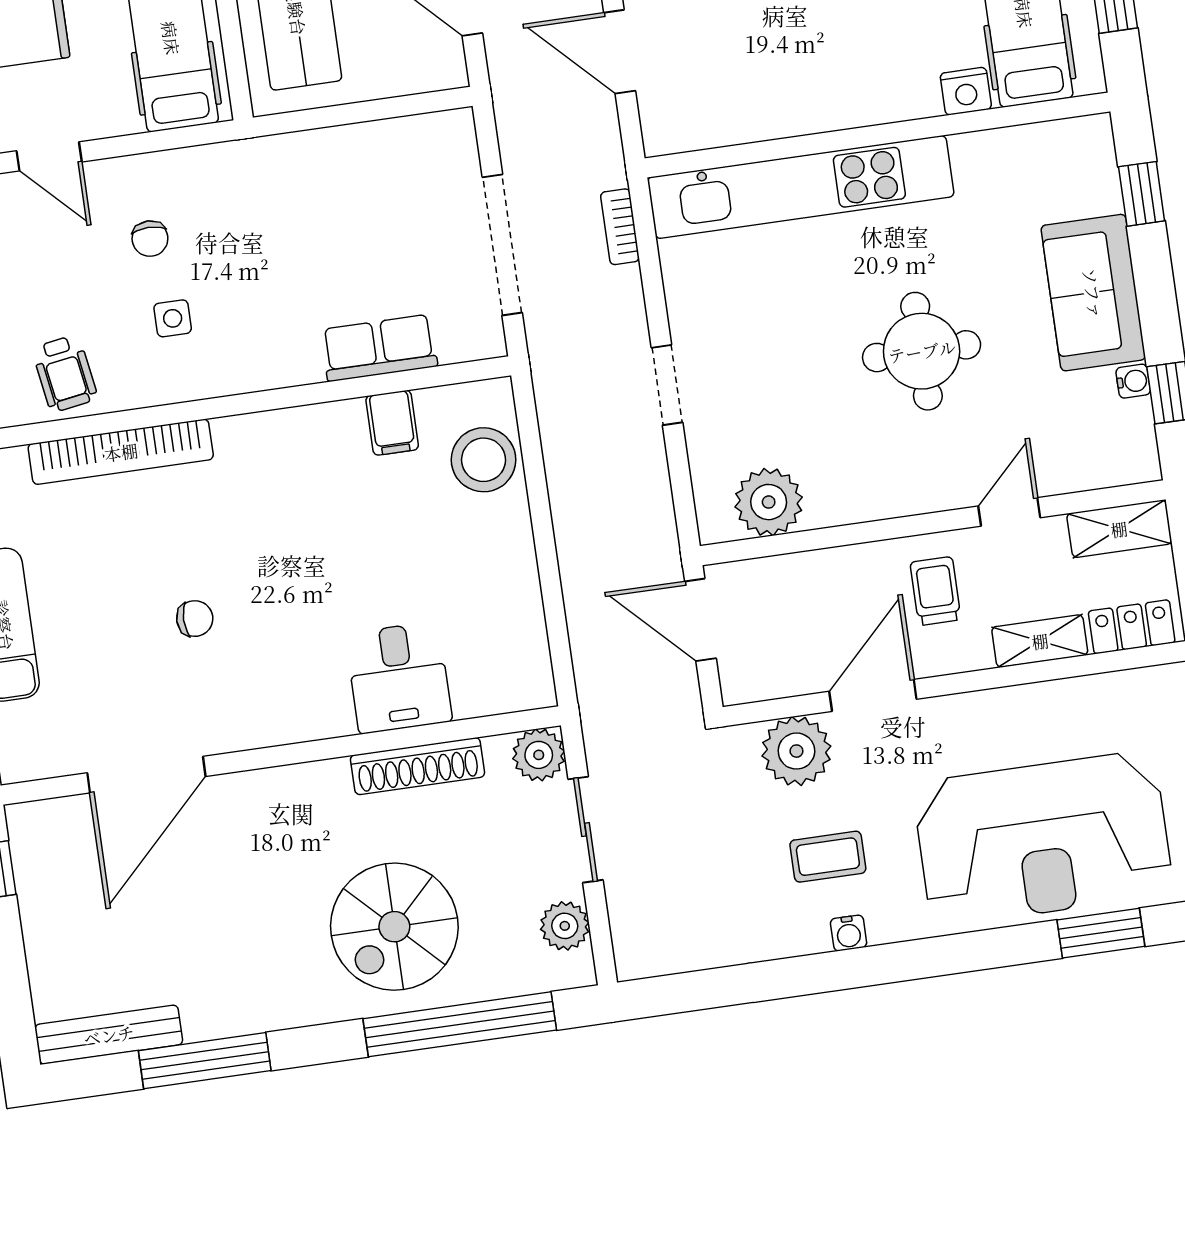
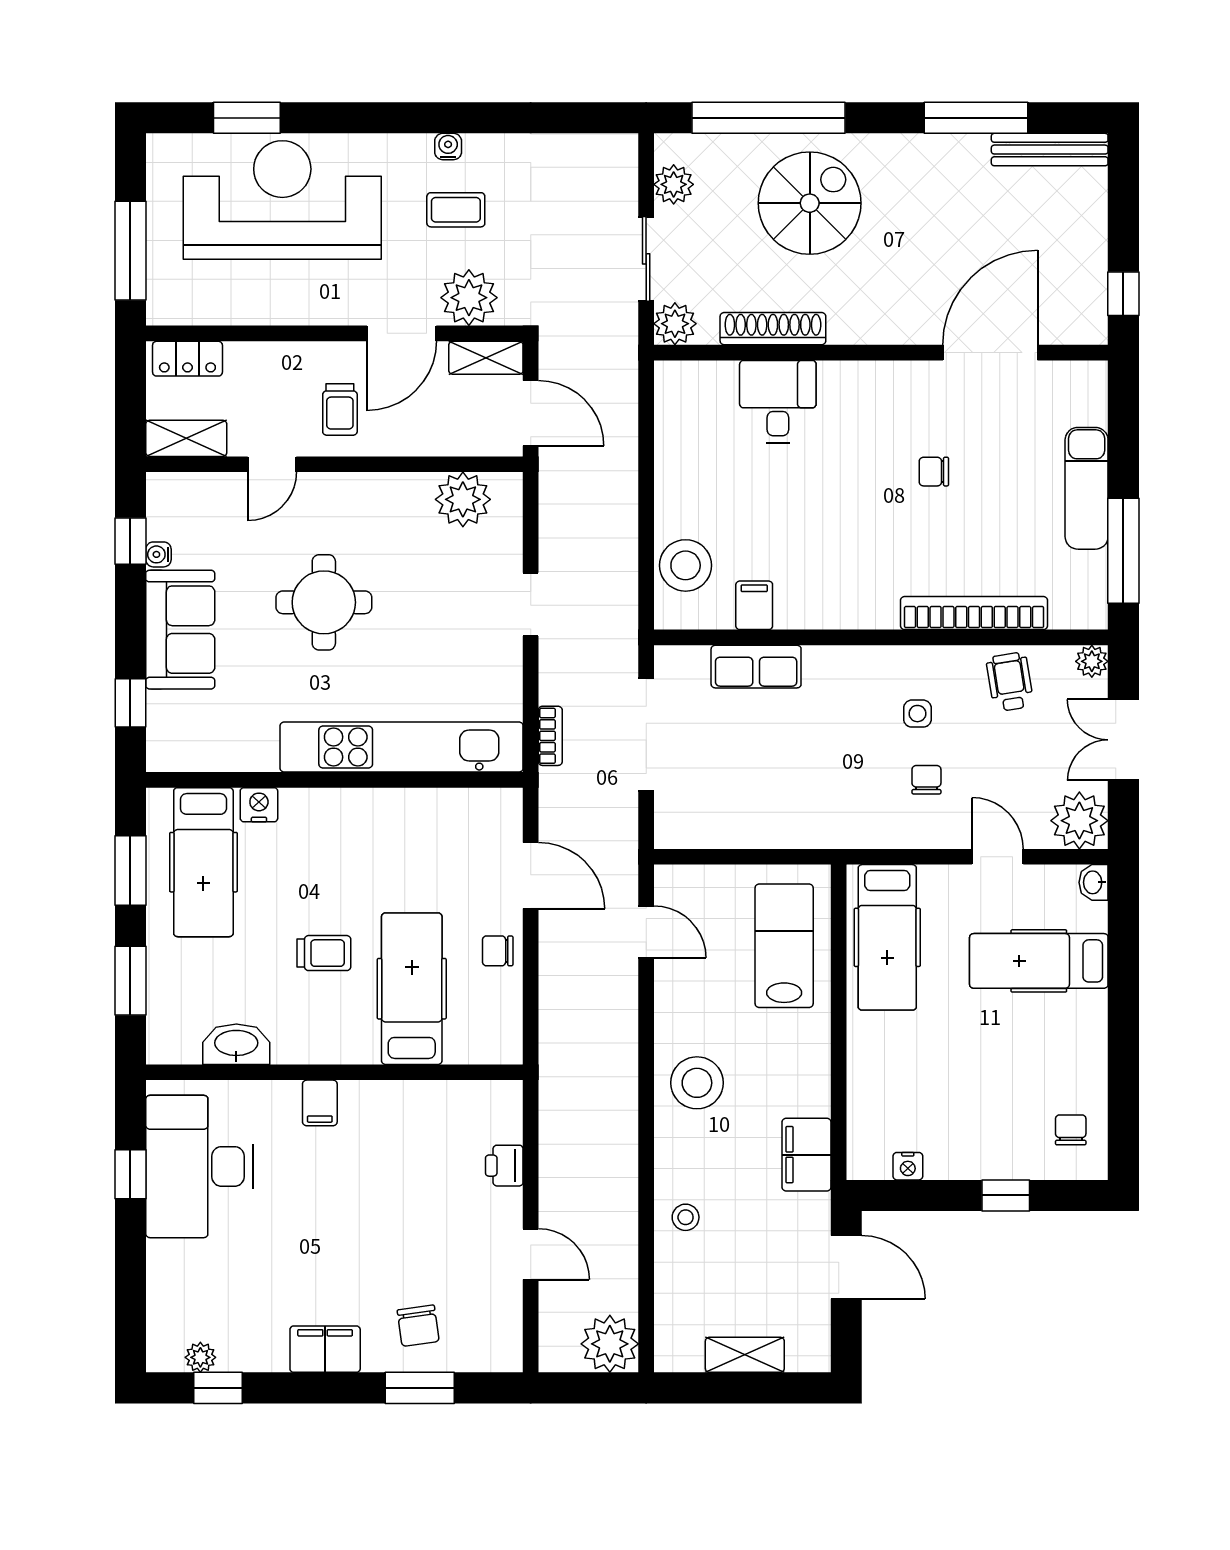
shelving: (1040, 641) -> (486, 358), moved

